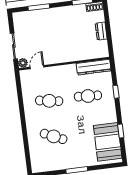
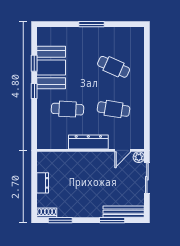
bench: (30, 15) -> (124, 212), added
dresser: (94, 67) -> (88, 142), moved
window: (116, 92) -> (34, 91), moved
booth: (108, 142) -> (51, 67), moved

